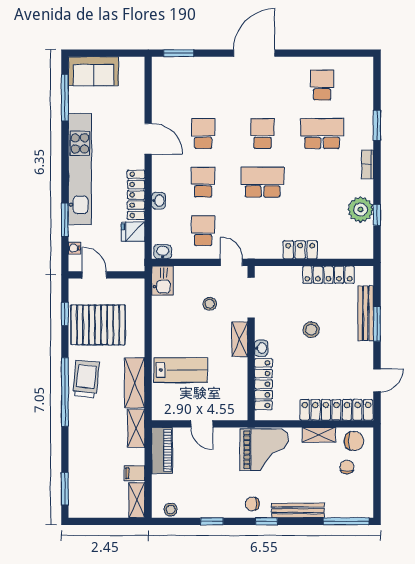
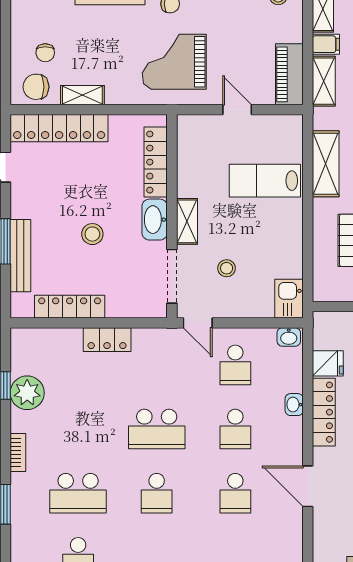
washbasin: (261, 348) -> (155, 220), width x1.91, depth x1.45
shelving: (136, 428) -> (324, 81), moved
grand piano: (264, 450) -> (174, 62), moved

